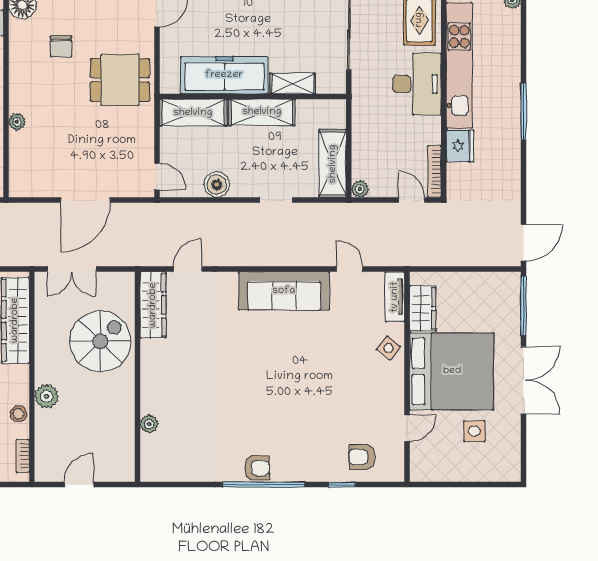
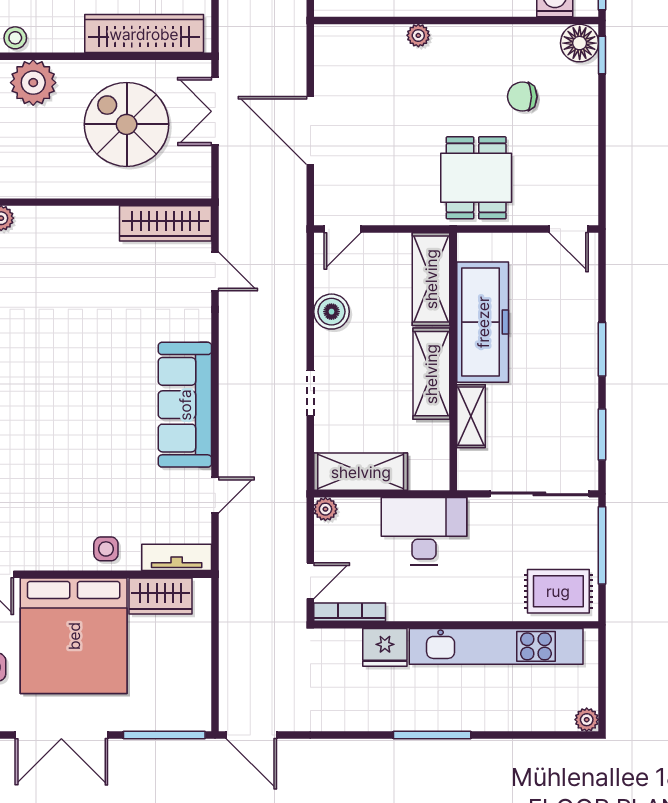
desk: (417, 84) -> (424, 531), moved, turned 180
spiral stairs: (100, 341) -> (127, 124), moved, turned 180
side table: (389, 348) -> (106, 549), turned -38
plant: (47, 396) -> (33, 83), width x1.36, depth x1.36

